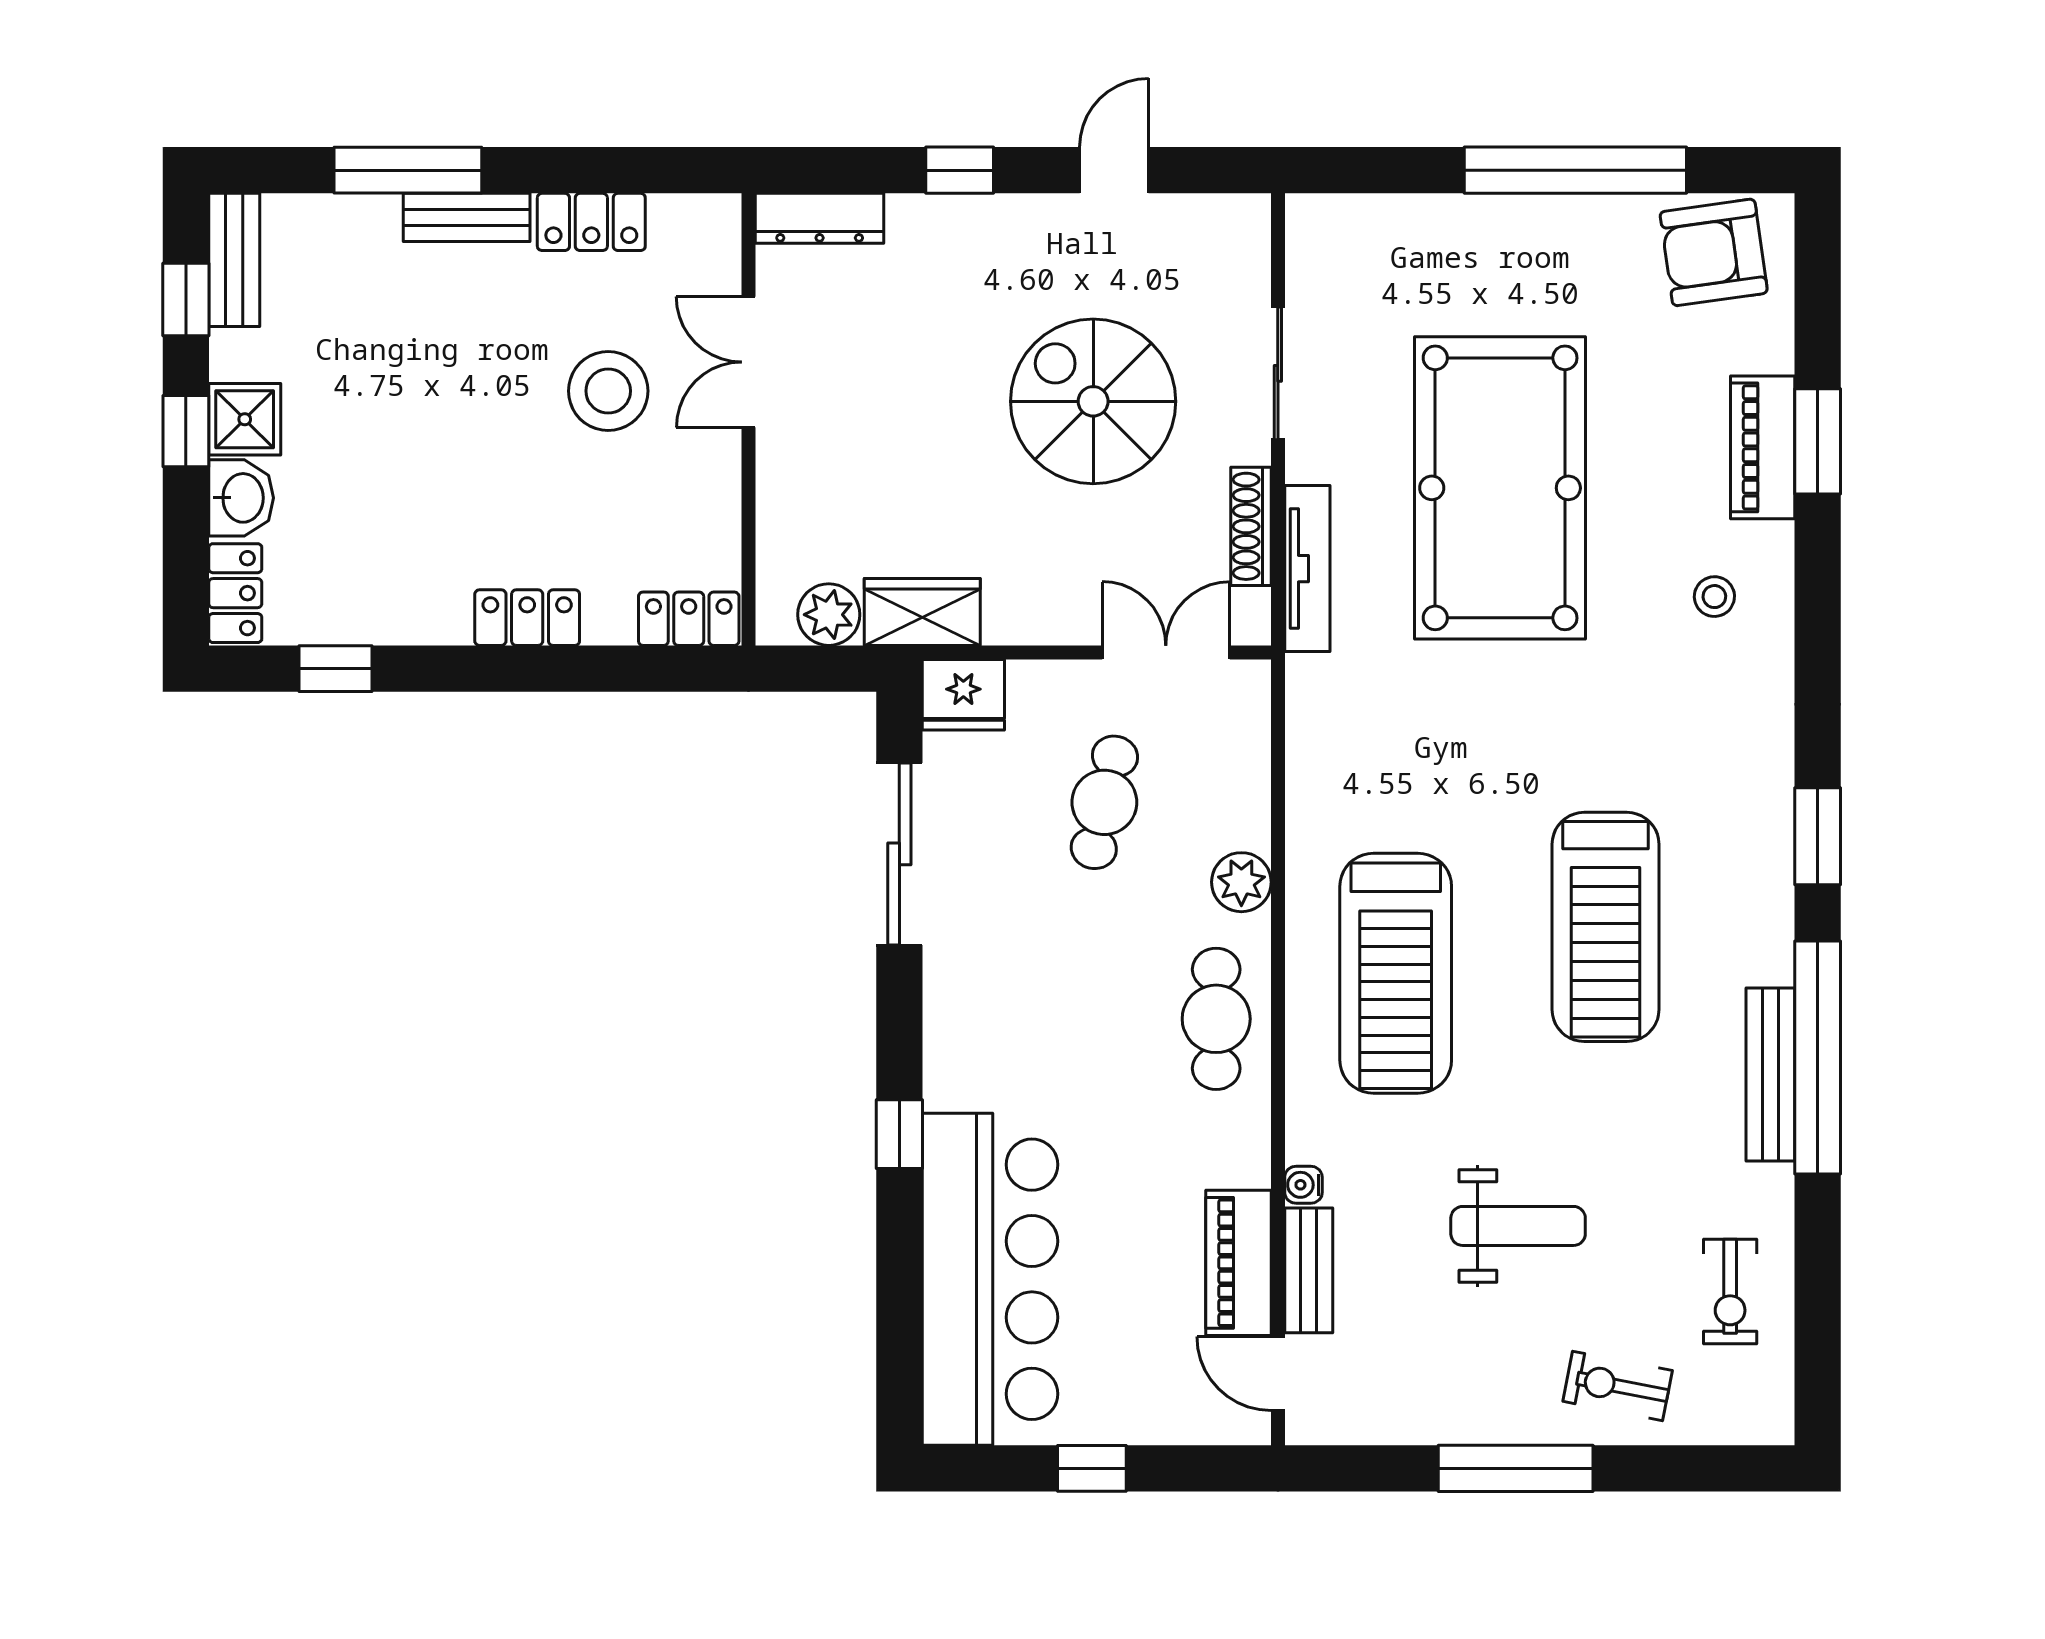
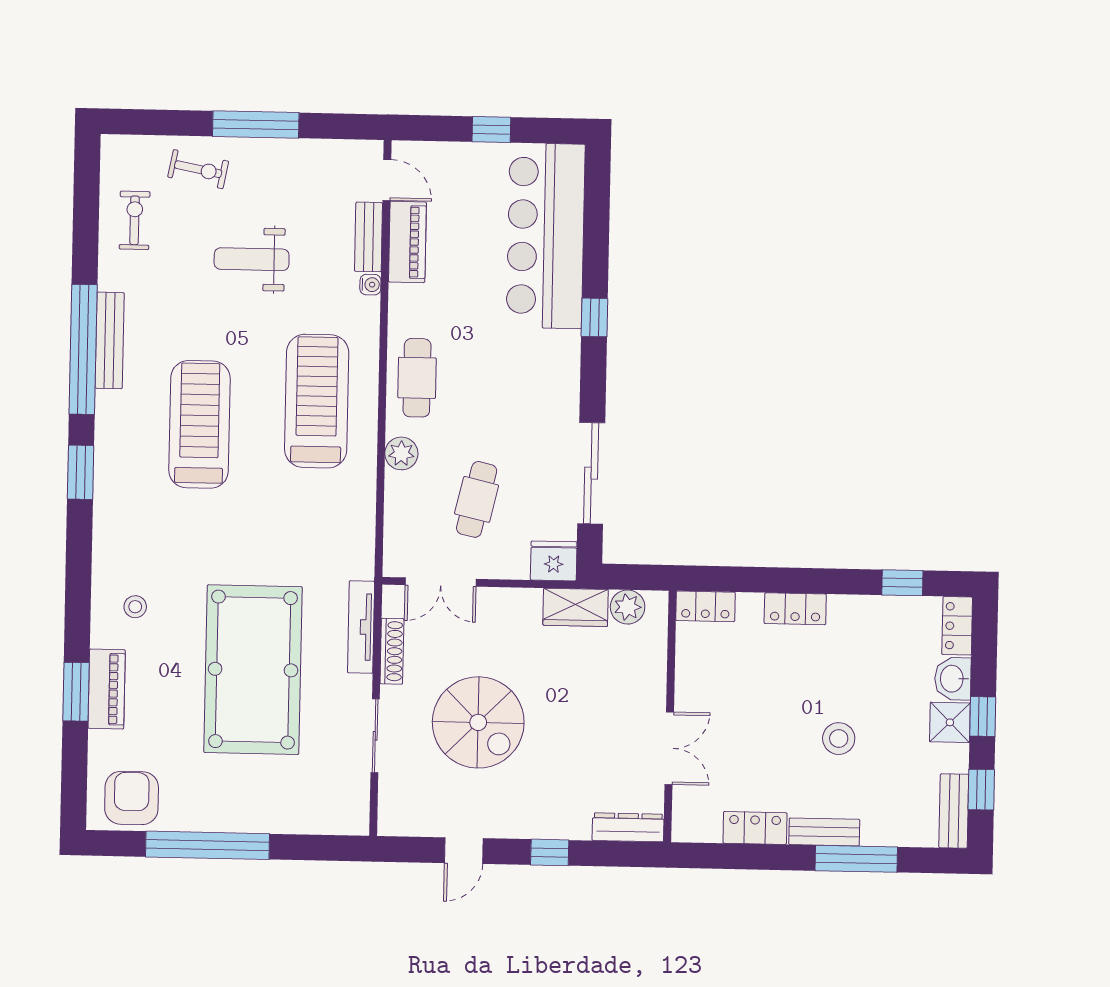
armchair: (1714, 252) -> (132, 798), turned -82
stool: (608, 391) -> (839, 739), moved, width x0.73, depth x0.73

